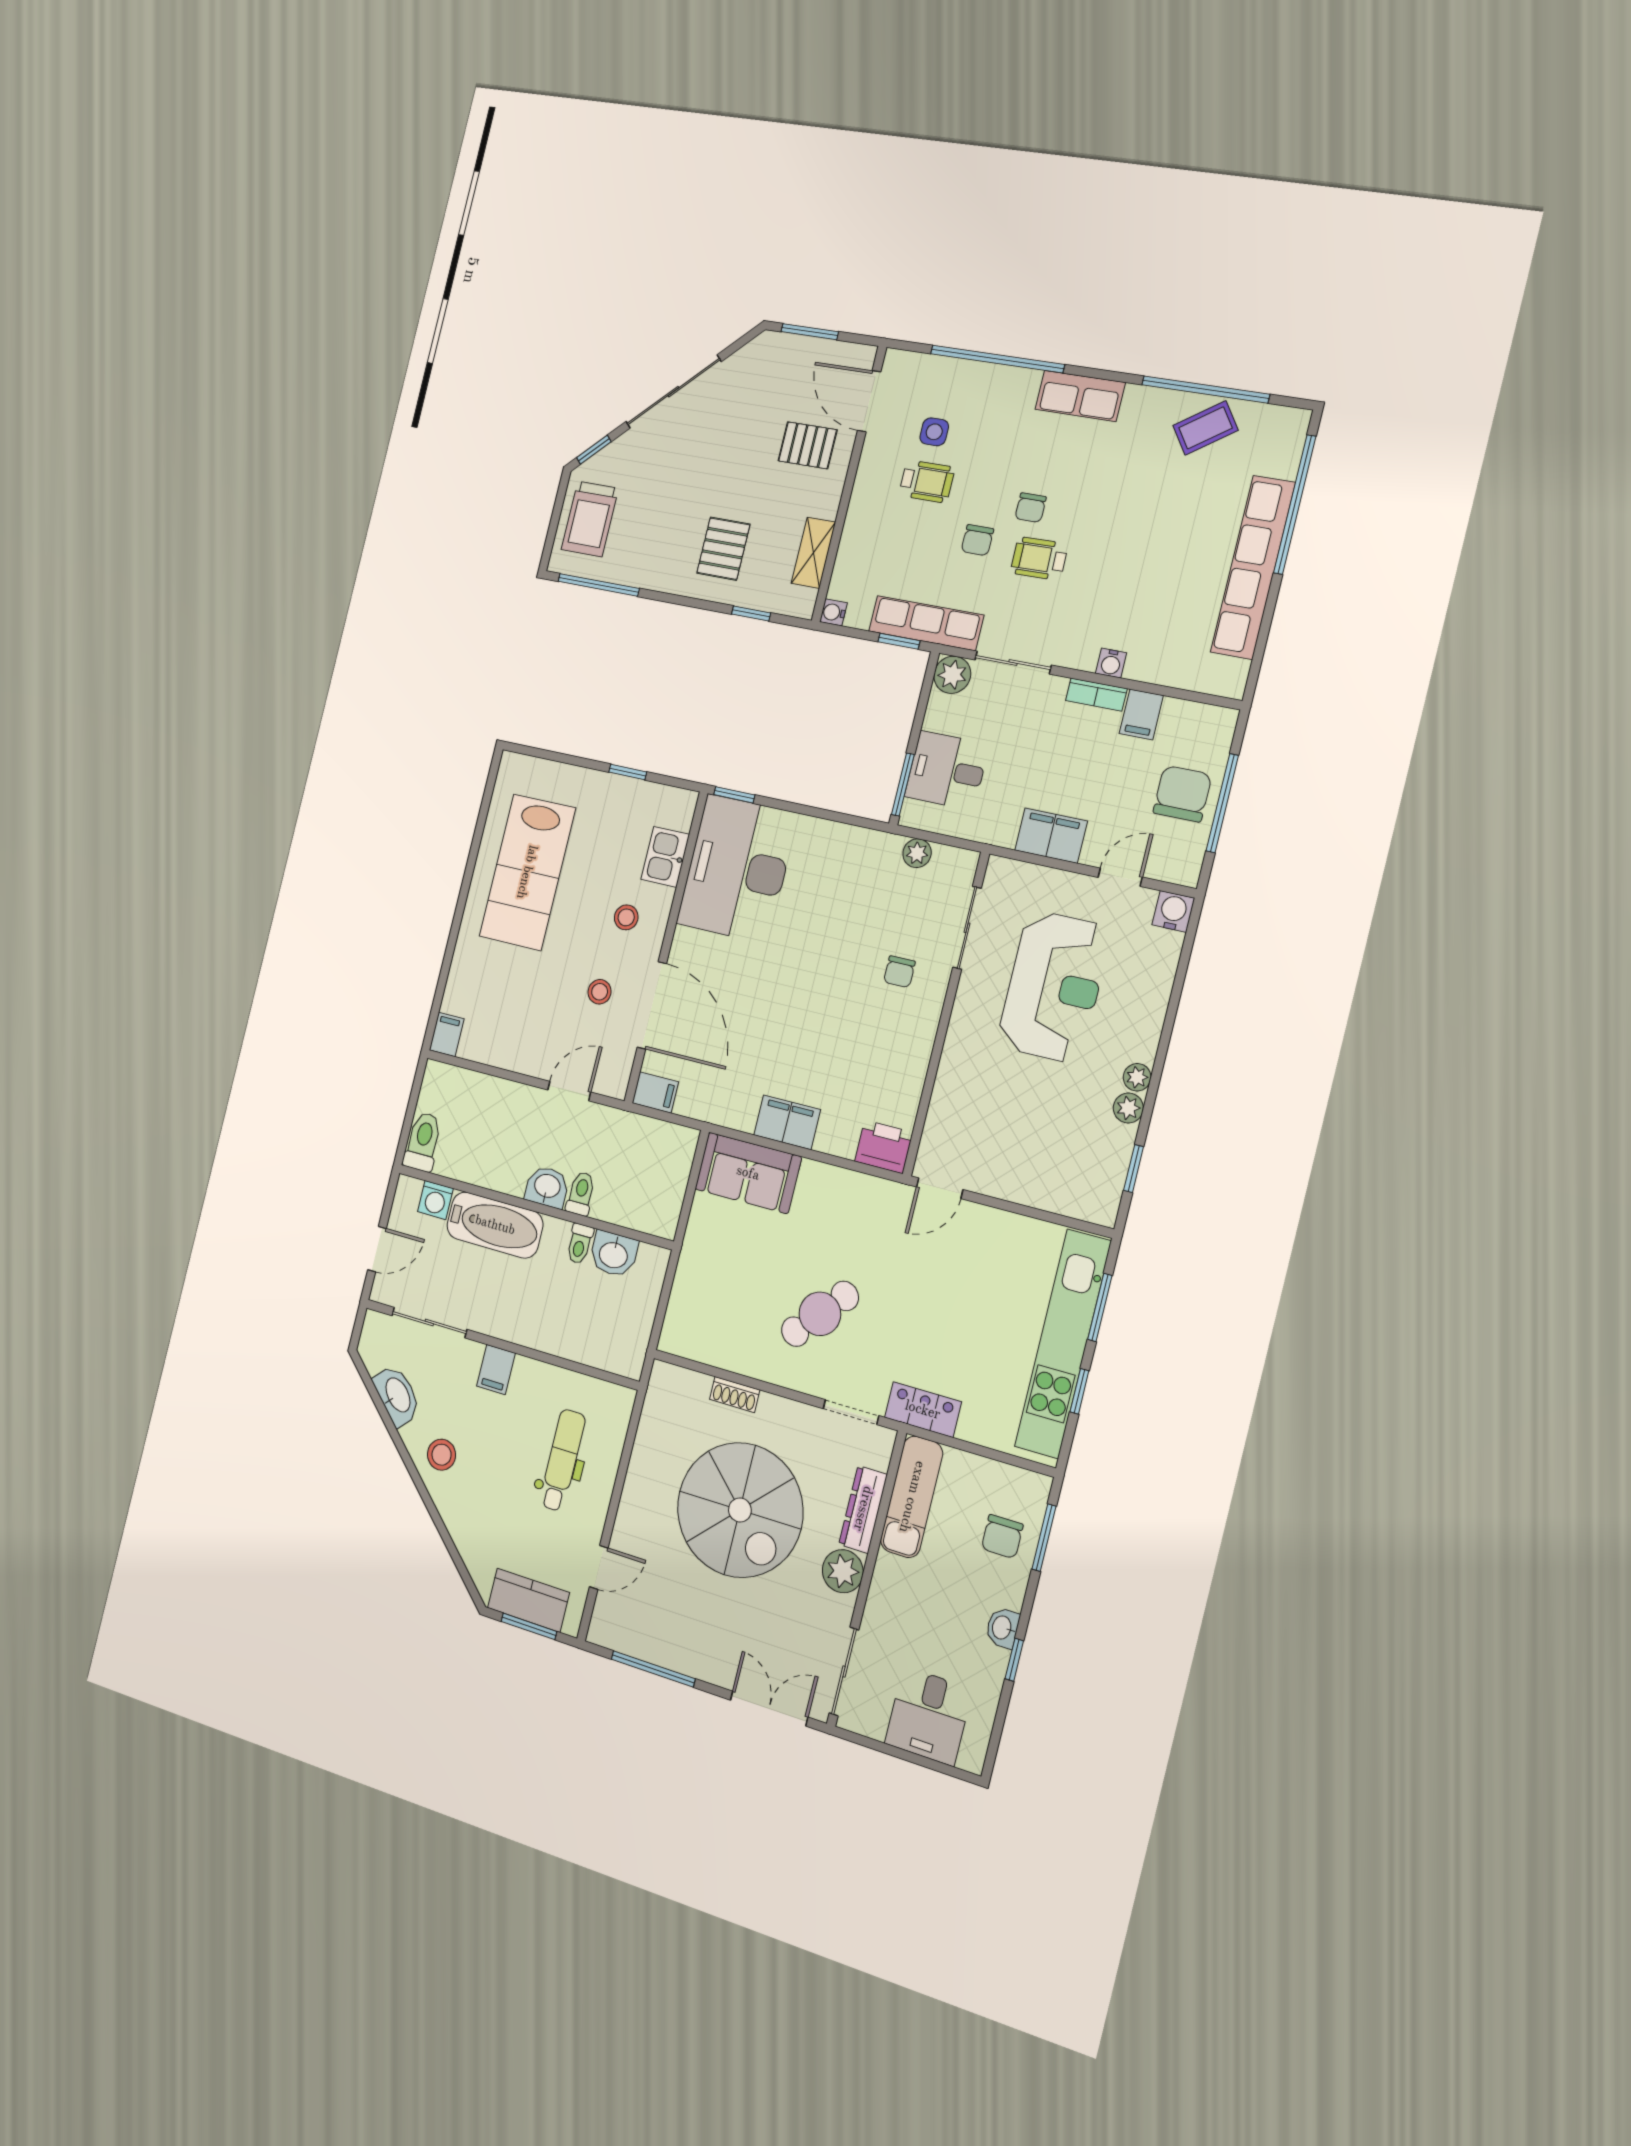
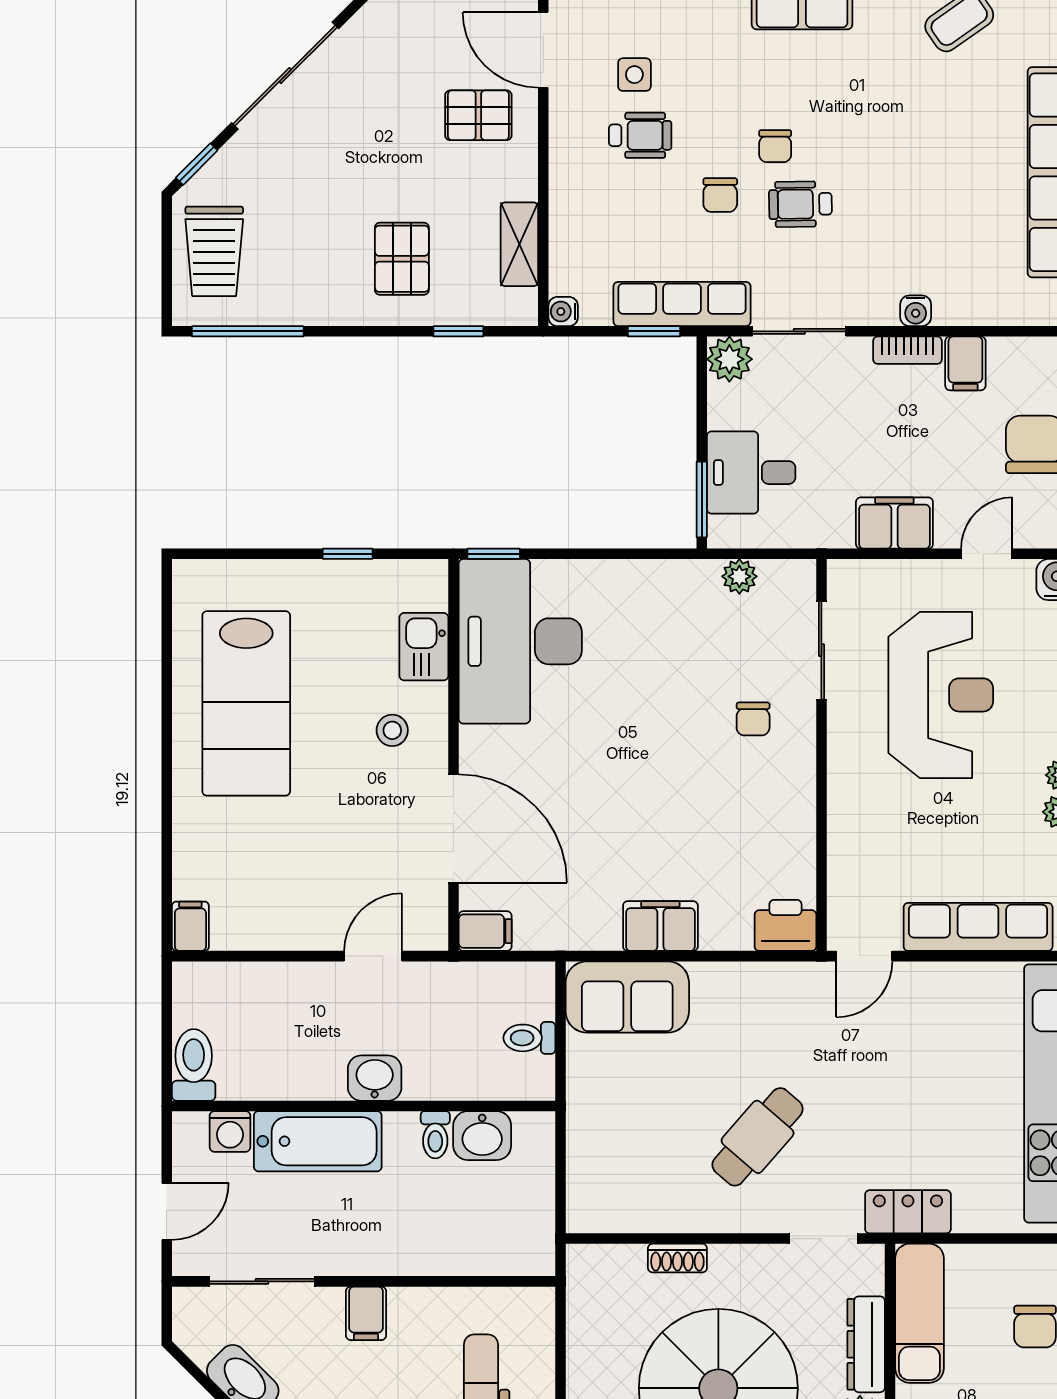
stool: (600, 992) -> (381, 828), removed
row of seats: (1037, 1188) -> (978, 927), added
toilet: (581, 1194) -> (529, 1038), moved, turned -90

